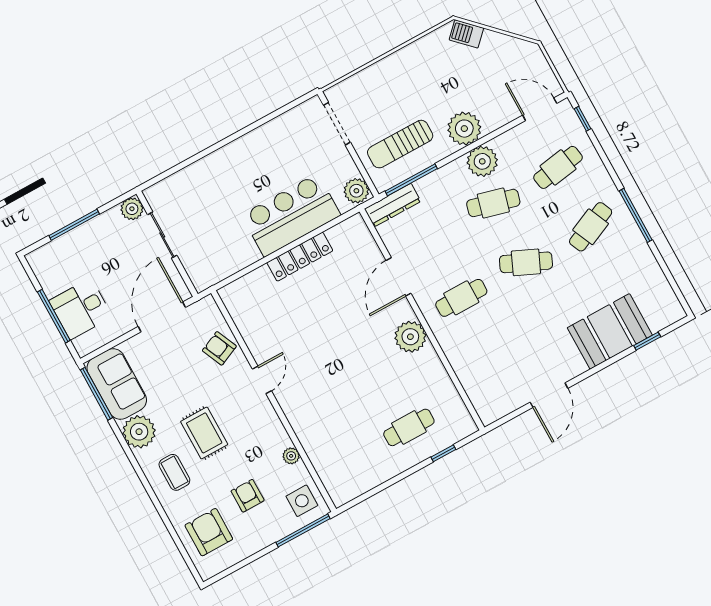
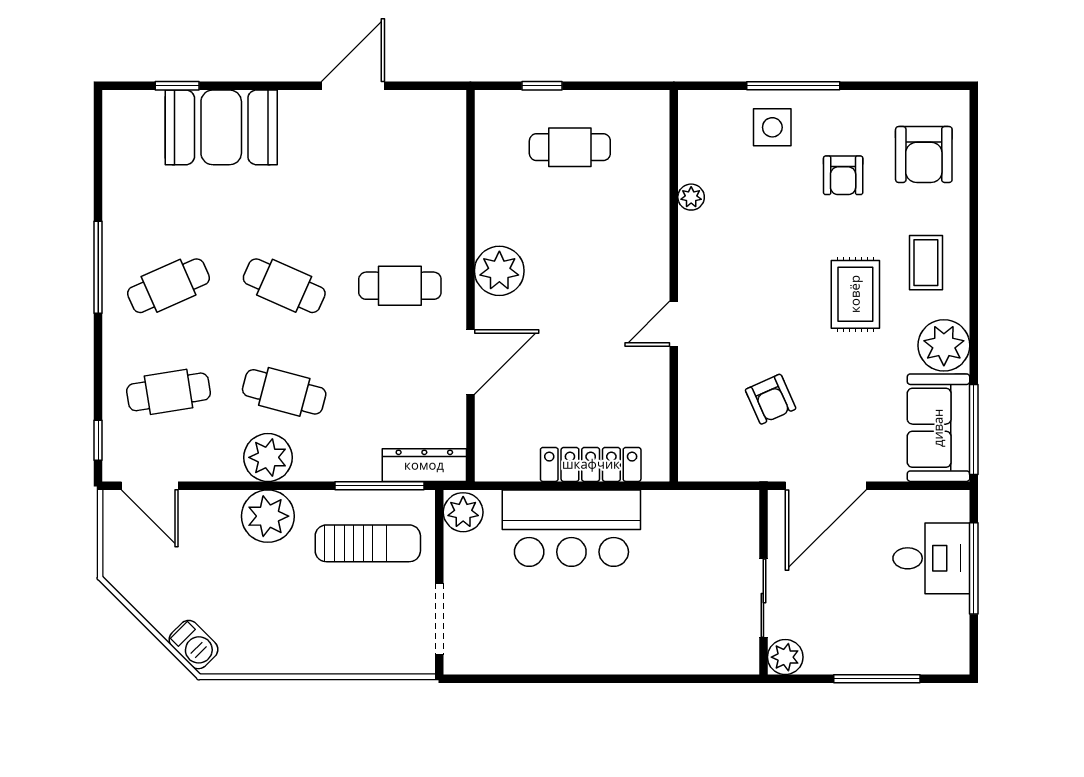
door: (262, 380) -> (674, 324), moved
wall: (274, 401) -> (674, 286), moved
plant: (291, 456) -> (691, 197), moved

